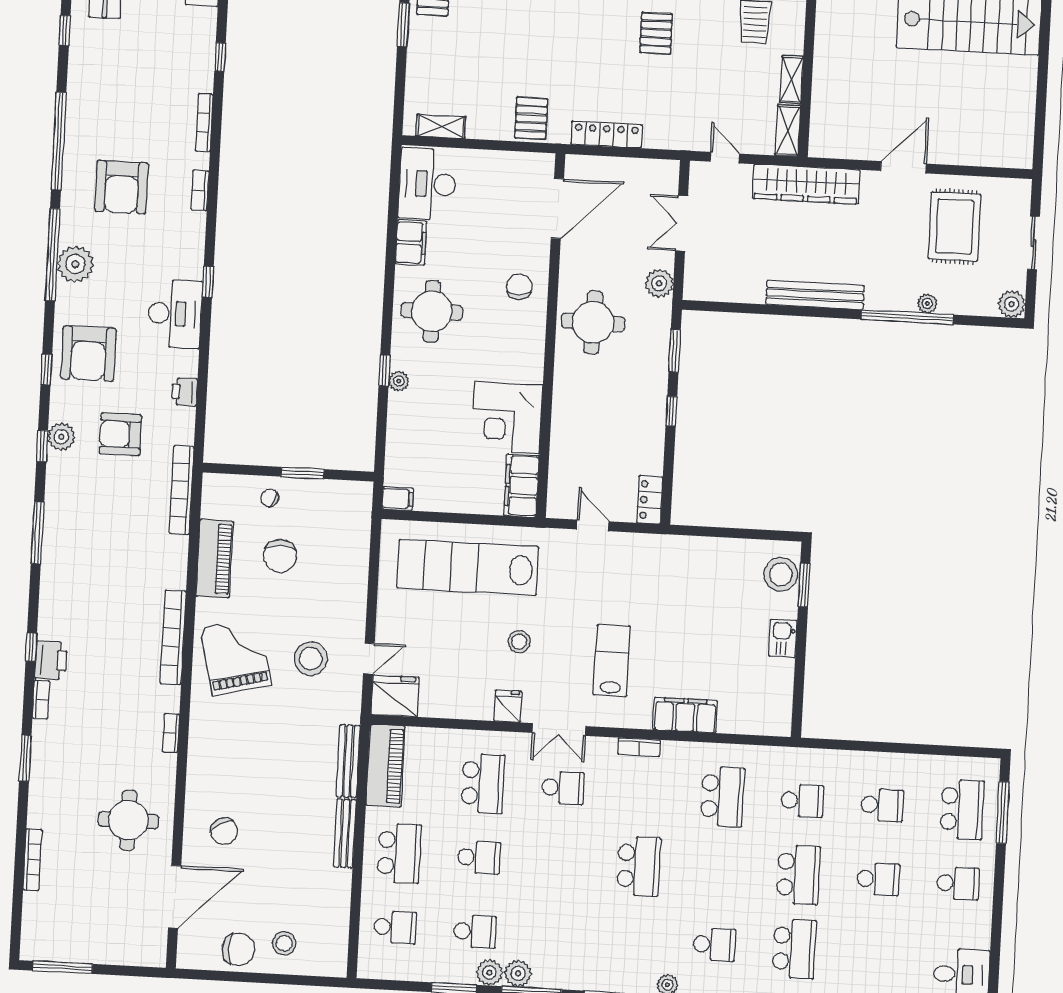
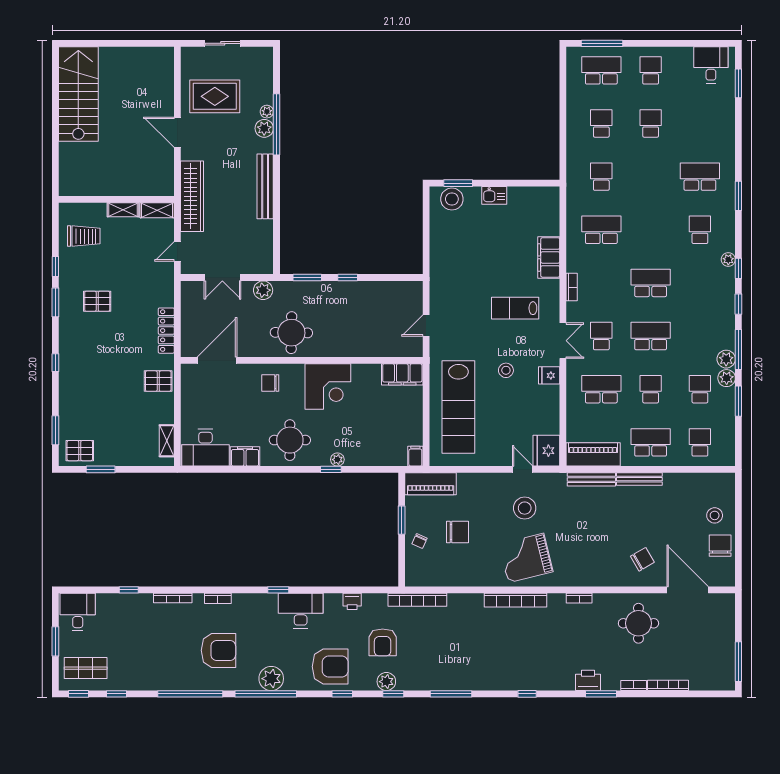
door: (557, 209) -> (217, 360), hinge flipped
plant: (1012, 304) -> (264, 128), moved
corner desk: (507, 417) -> (328, 386), moved
locker: (650, 500) -> (407, 289), removed
piano: (215, 559) -> (431, 484), moved, turned 180
printer: (51, 660) -> (588, 680), moved
bookcase: (41, 700) -> (634, 686), moved
school desk: (798, 875) -> (651, 336), moved

